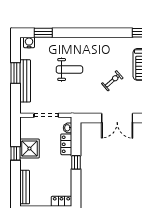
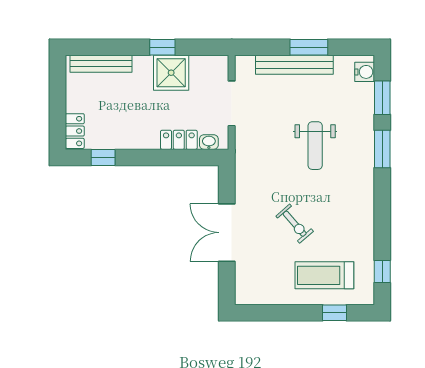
window: (71, 33) -> (382, 149), added
window: (76, 162) -> (103, 157), moved

